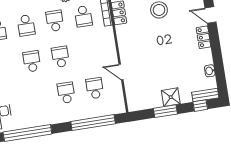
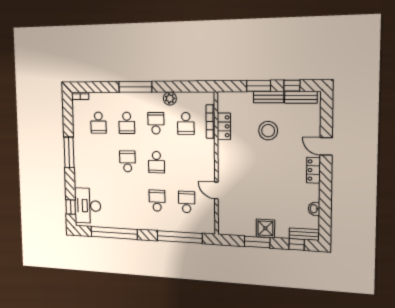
school desk: (60, 57) -> (156, 162), turned 180

